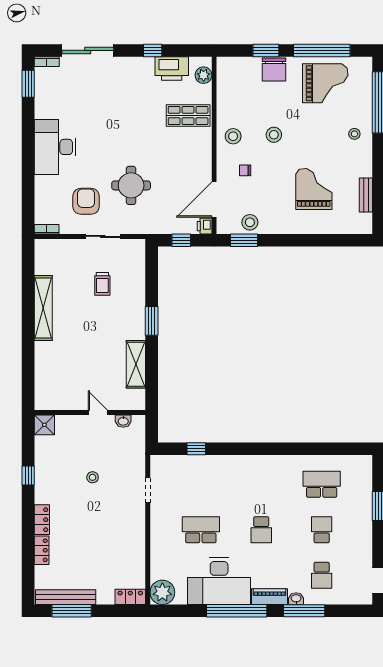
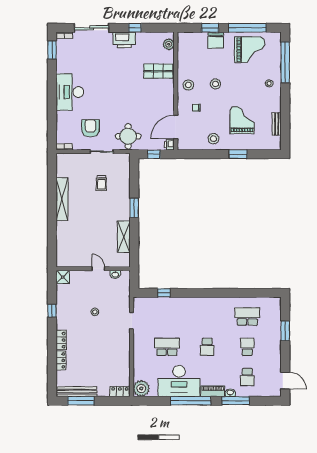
printer: (172, 69) -> (124, 40), moved
round table: (131, 185) -> (128, 136), moved
stool: (250, 222) -> (213, 139), moved
window: (244, 240) -> (238, 154), moved

